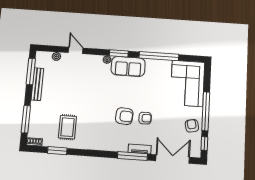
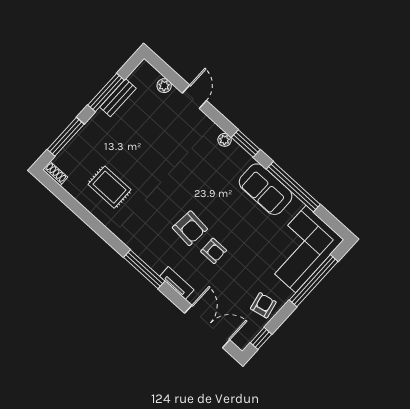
sofa: (128, 66) -> (266, 189), moved
window: (31, 71) -> (106, 92), moved
bench: (37, 84) -> (118, 98), width x0.73
window: (206, 111) -> (314, 281), moved
rug: (67, 127) -> (110, 187), turned 90
window: (57, 151) -> (75, 206), removed
window: (132, 156) -> (144, 269), moved

